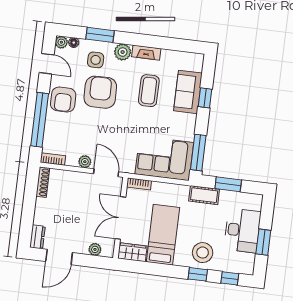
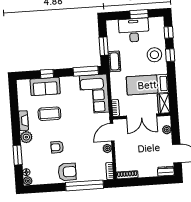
side table: (96, 60) -> (35, 155), removed
door: (47, 64) -> (45, 188), removed
armchair: (100, 92) -> (57, 147), width x0.53, depth x0.53

